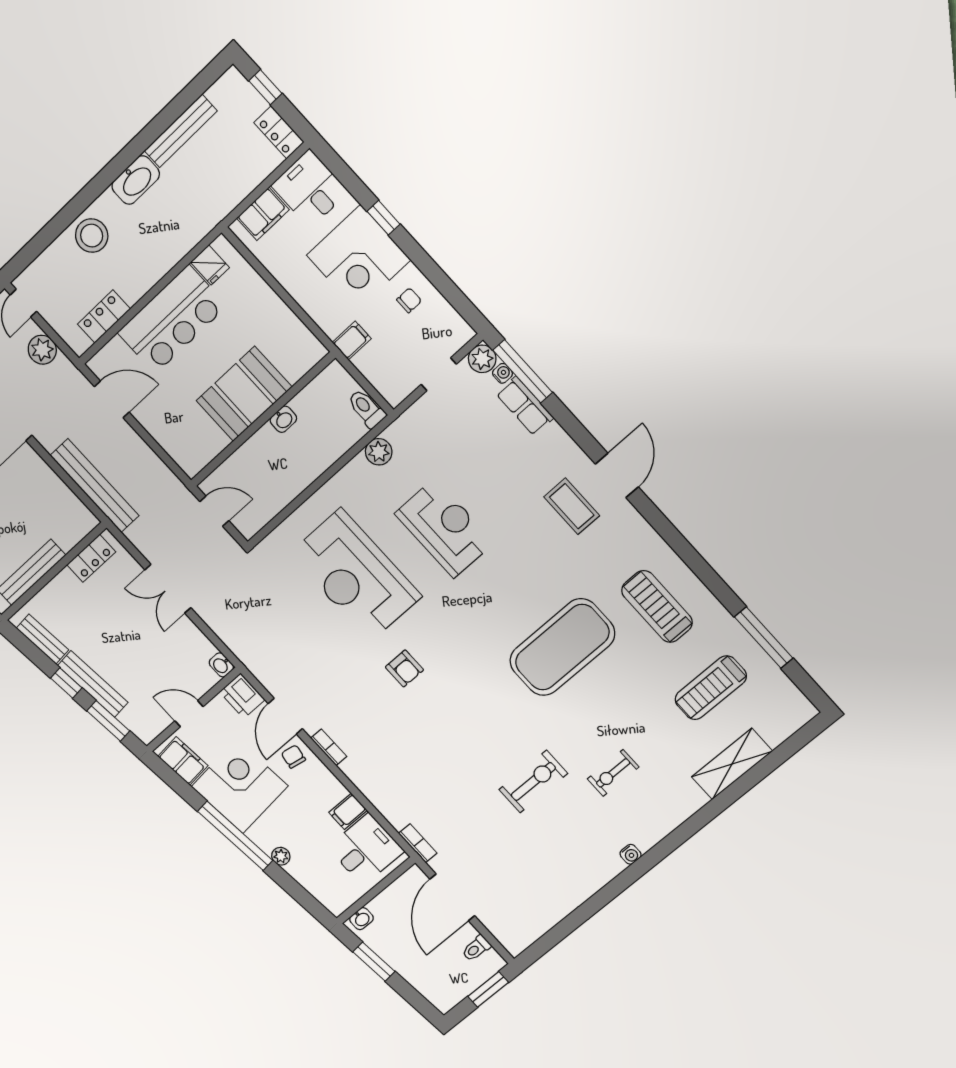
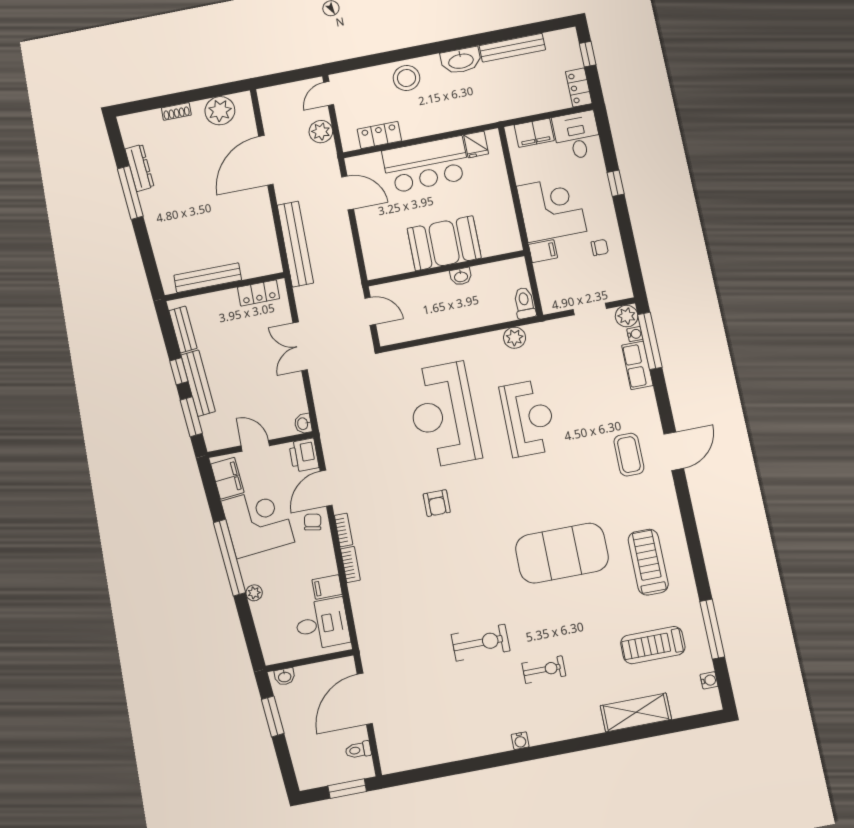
corner desk: (359, 258) -> (551, 209), moved, turned 180
water cooler: (790, 691) -> (709, 680), added
exercise bike: (613, 773) -> (544, 670), turned 180
bookcase: (418, 843) -> (350, 564), moved

